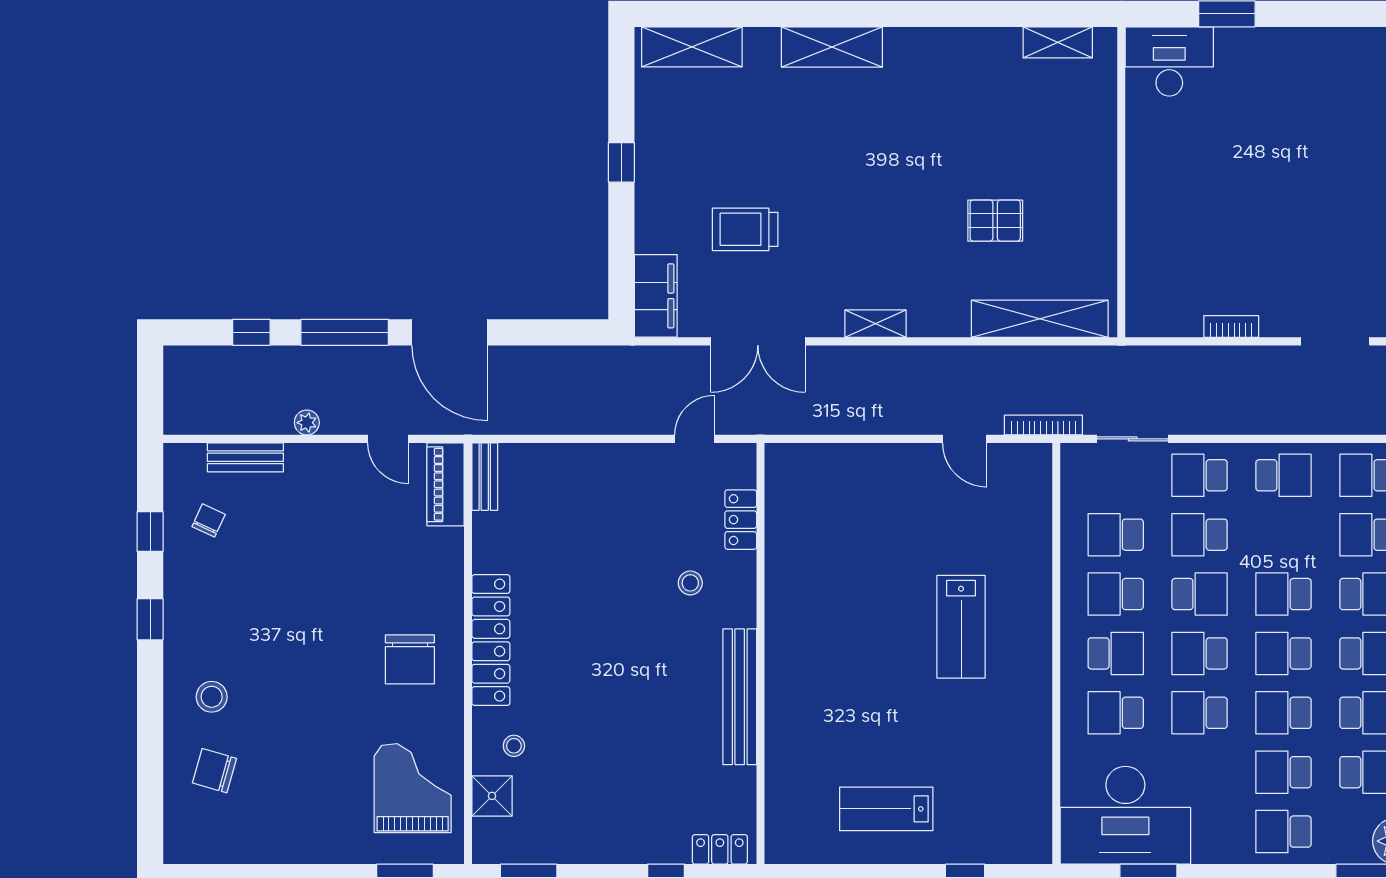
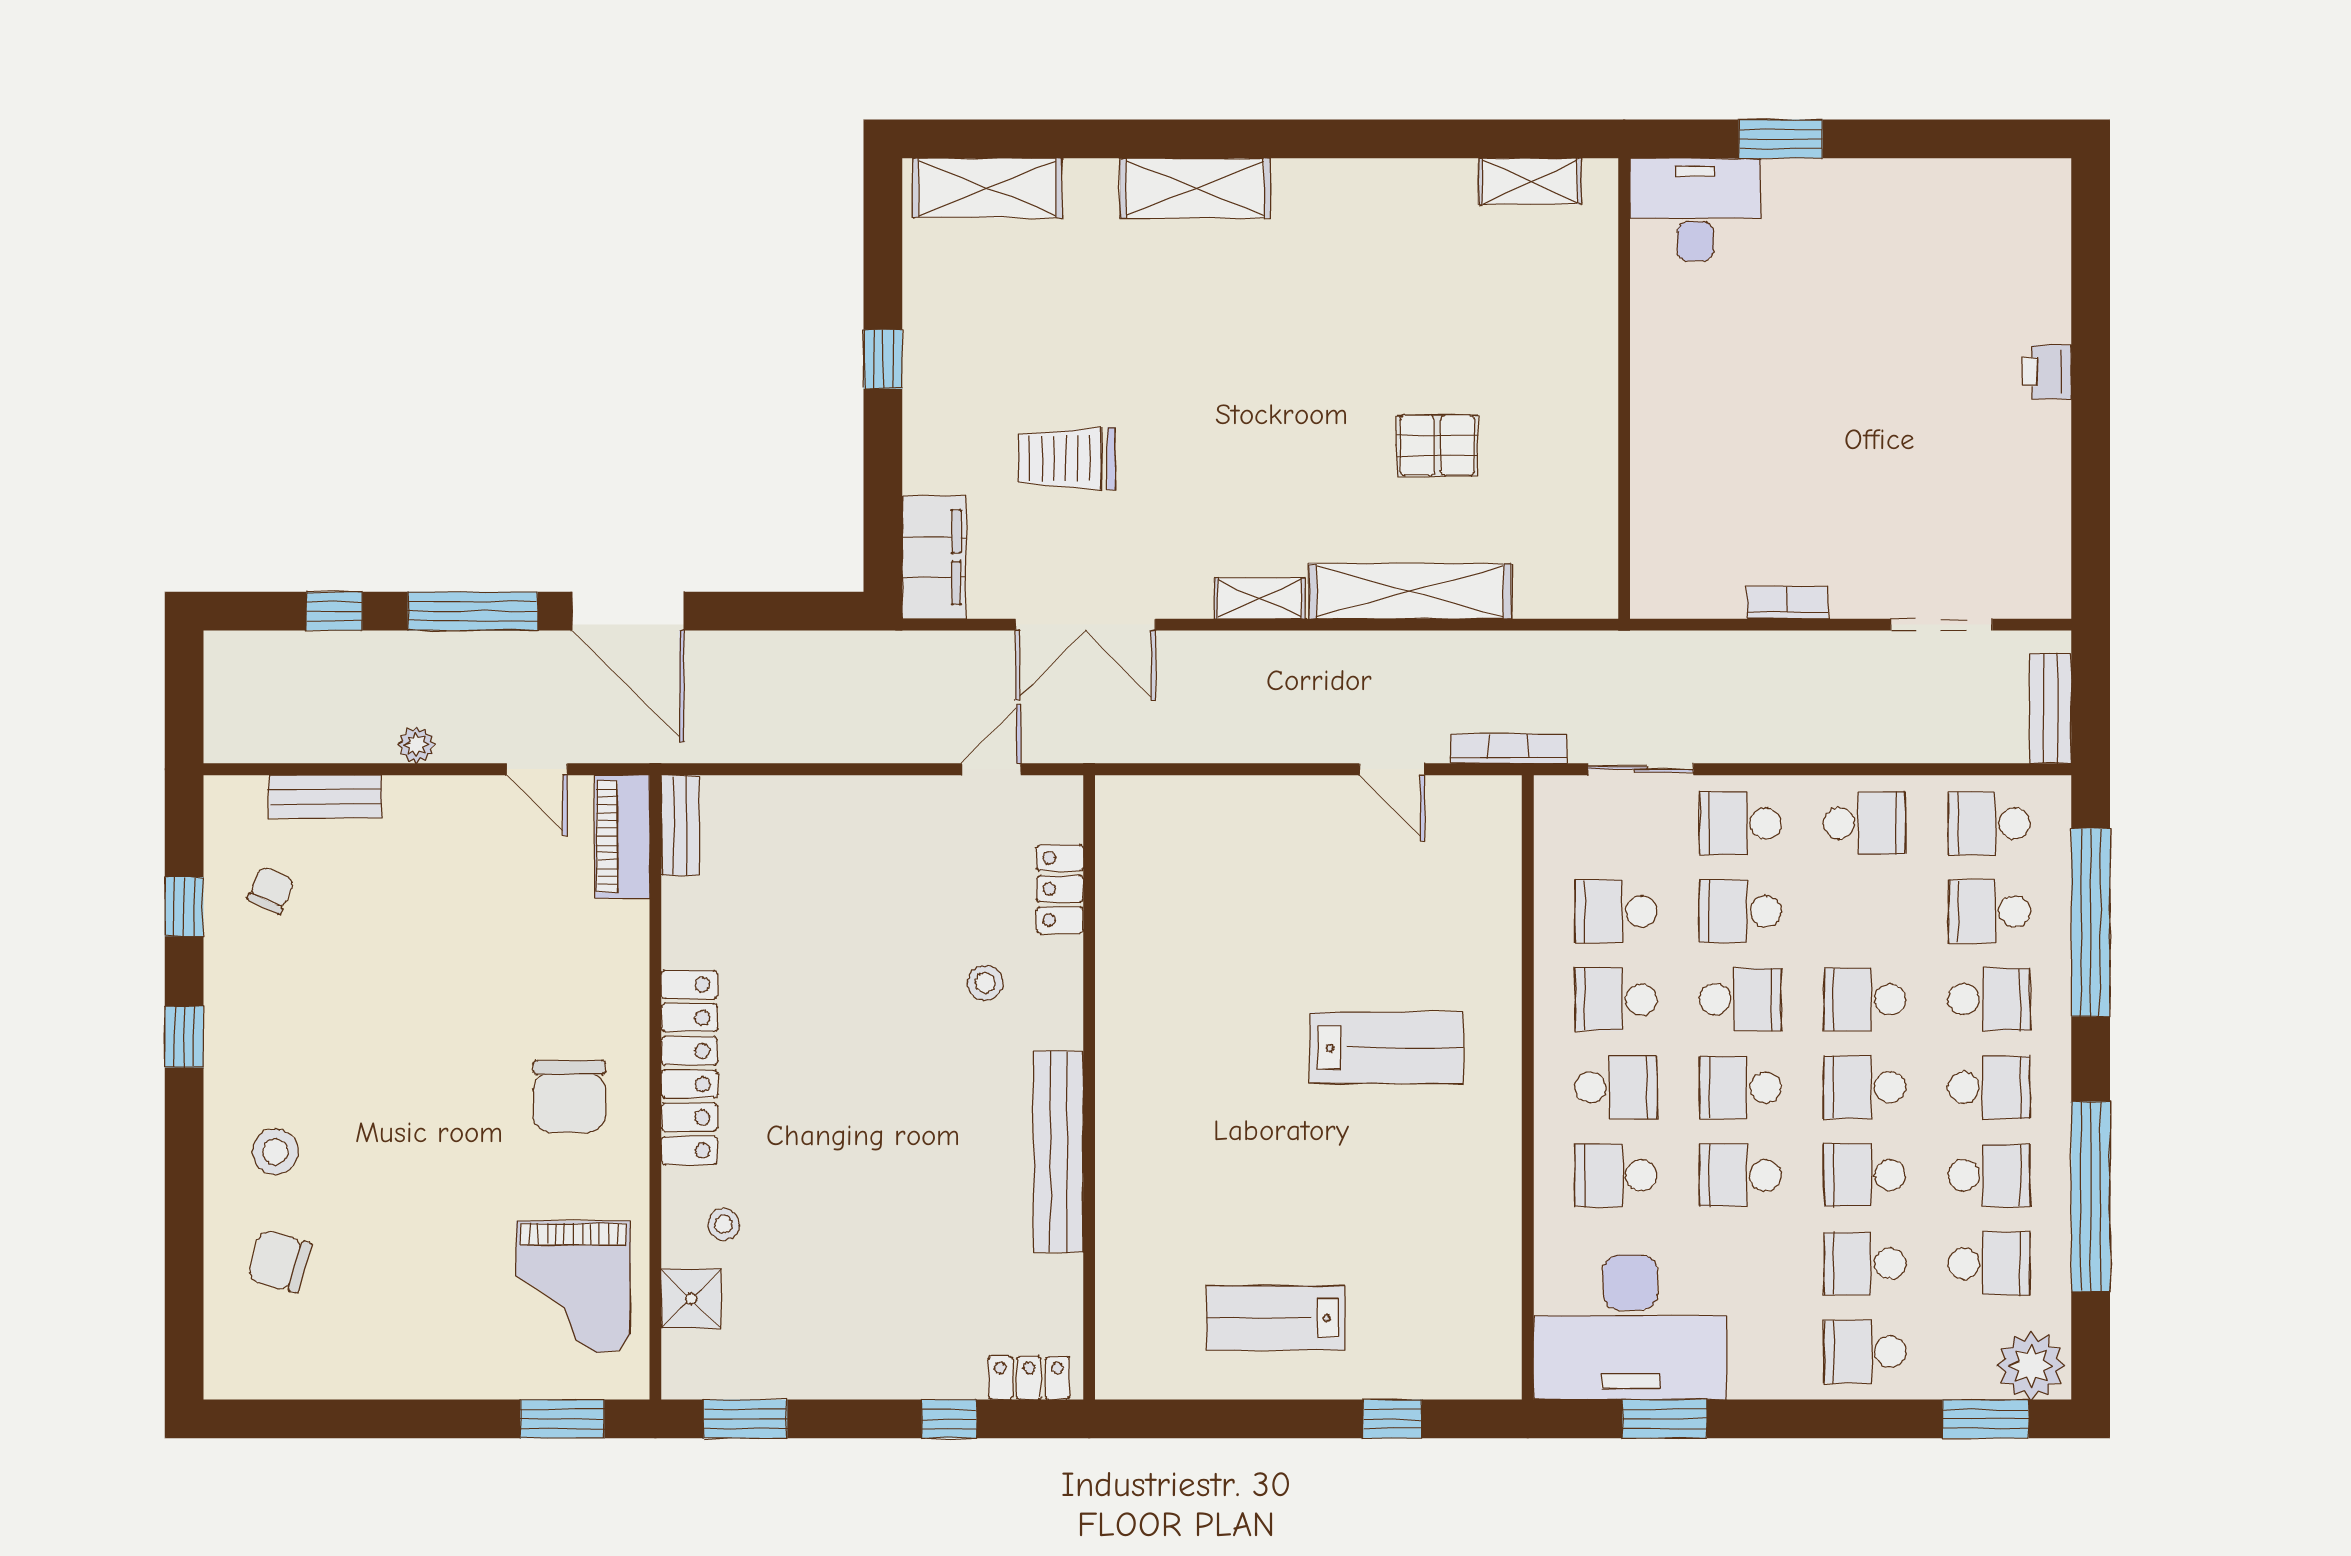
shelving: (1040, 319) -> (1410, 591), moved
lab bench: (961, 627) -> (1387, 1048), turned -90
grand piano: (413, 788) -> (573, 1287), turned 180

